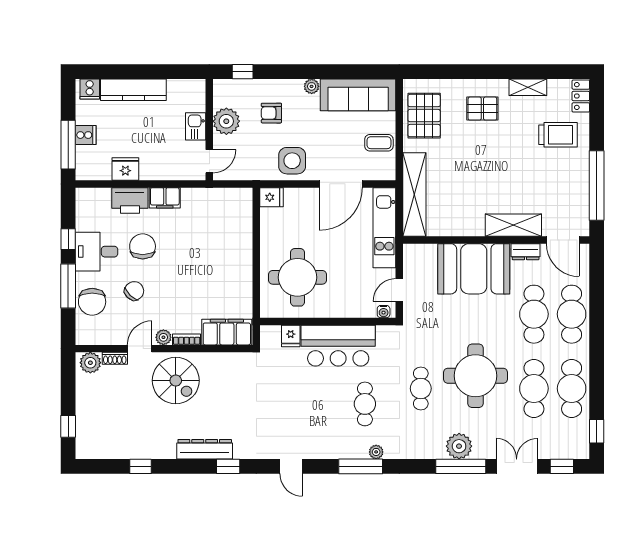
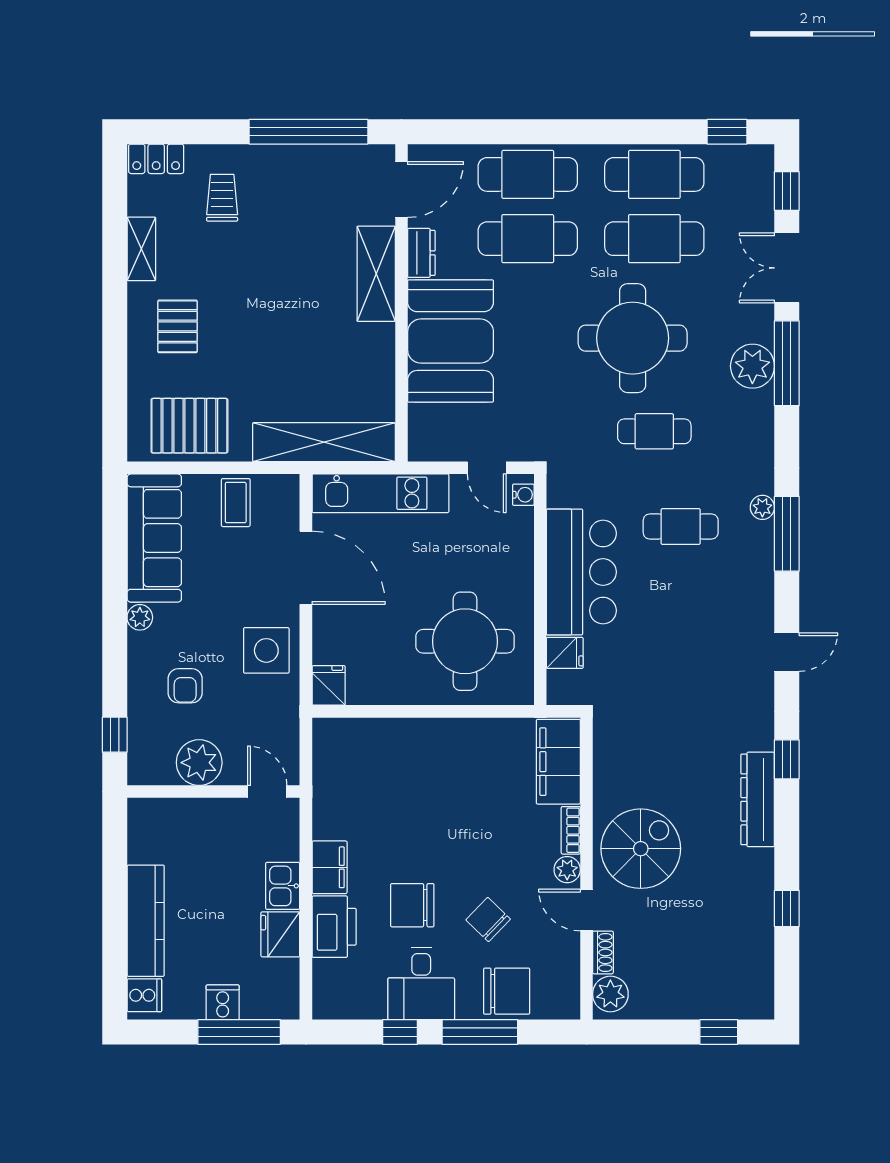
kitchen sink: (196, 126) -> (283, 886), moved, turned 90
trolley: (558, 135) -> (222, 198), width x0.73, depth x0.72

